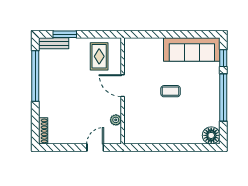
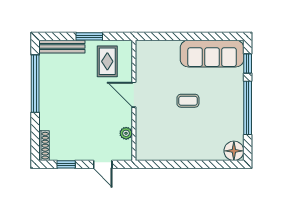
window: (65, 34) -> (89, 36), moved
bench: (54, 43) -> (62, 47), width x1.36
window: (63, 147) -> (66, 164), added
door: (95, 147) -> (103, 164), swing flipped

